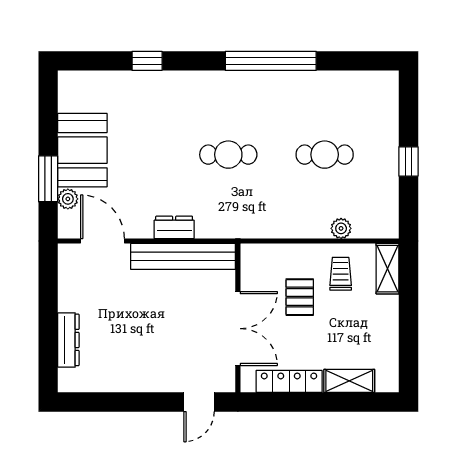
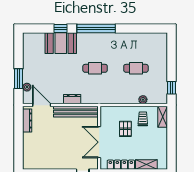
window: (271, 61) -> (96, 29), moved
booth: (82, 150) -> (61, 43), moved, turned 90
window: (408, 161) -> (172, 88), moved
double door: (238, 329) -> (99, 142), swing flipped
dresser: (68, 340) -> (27, 121), moved

